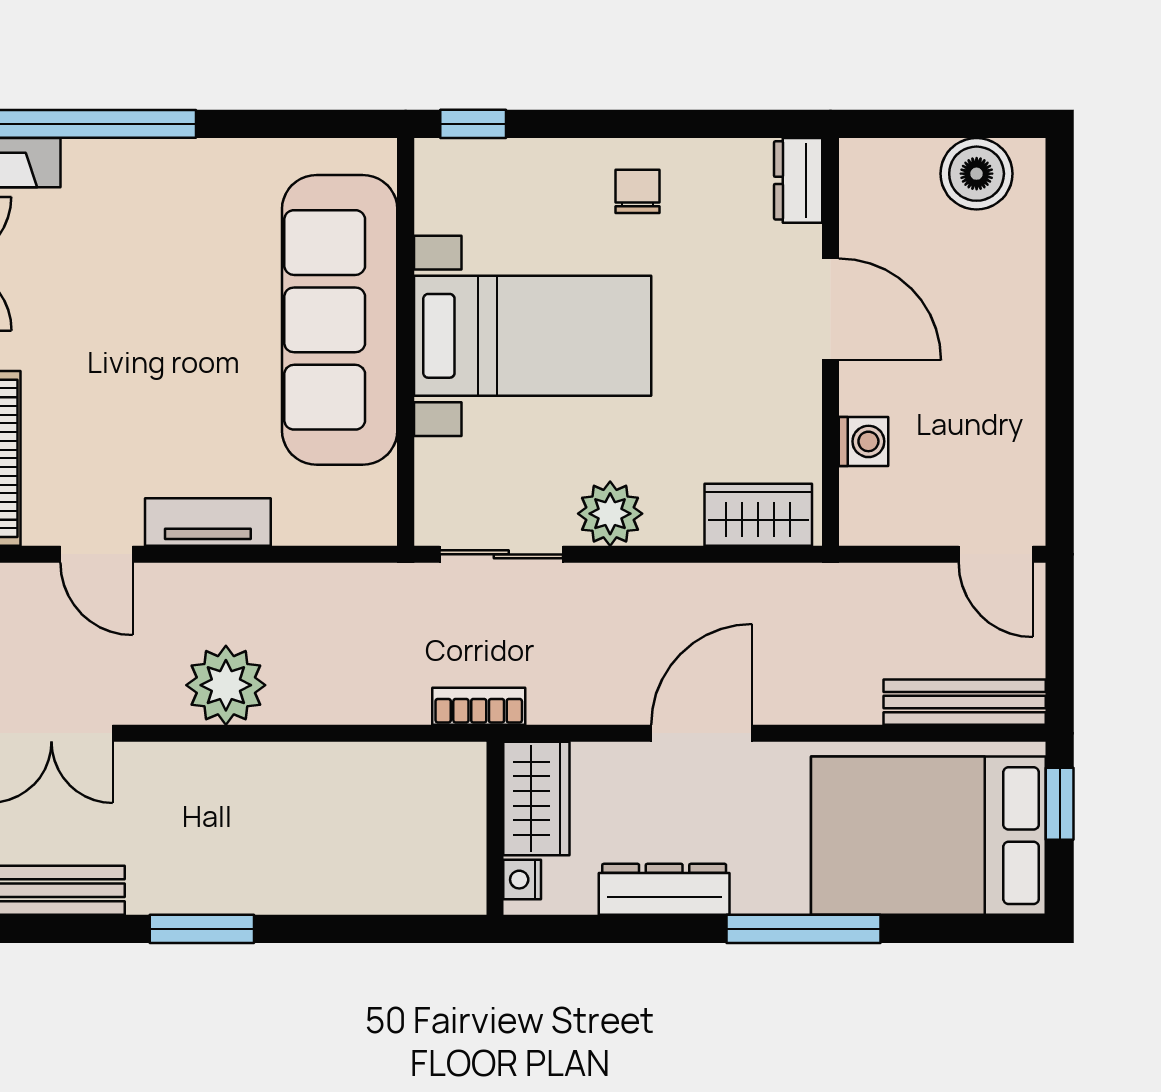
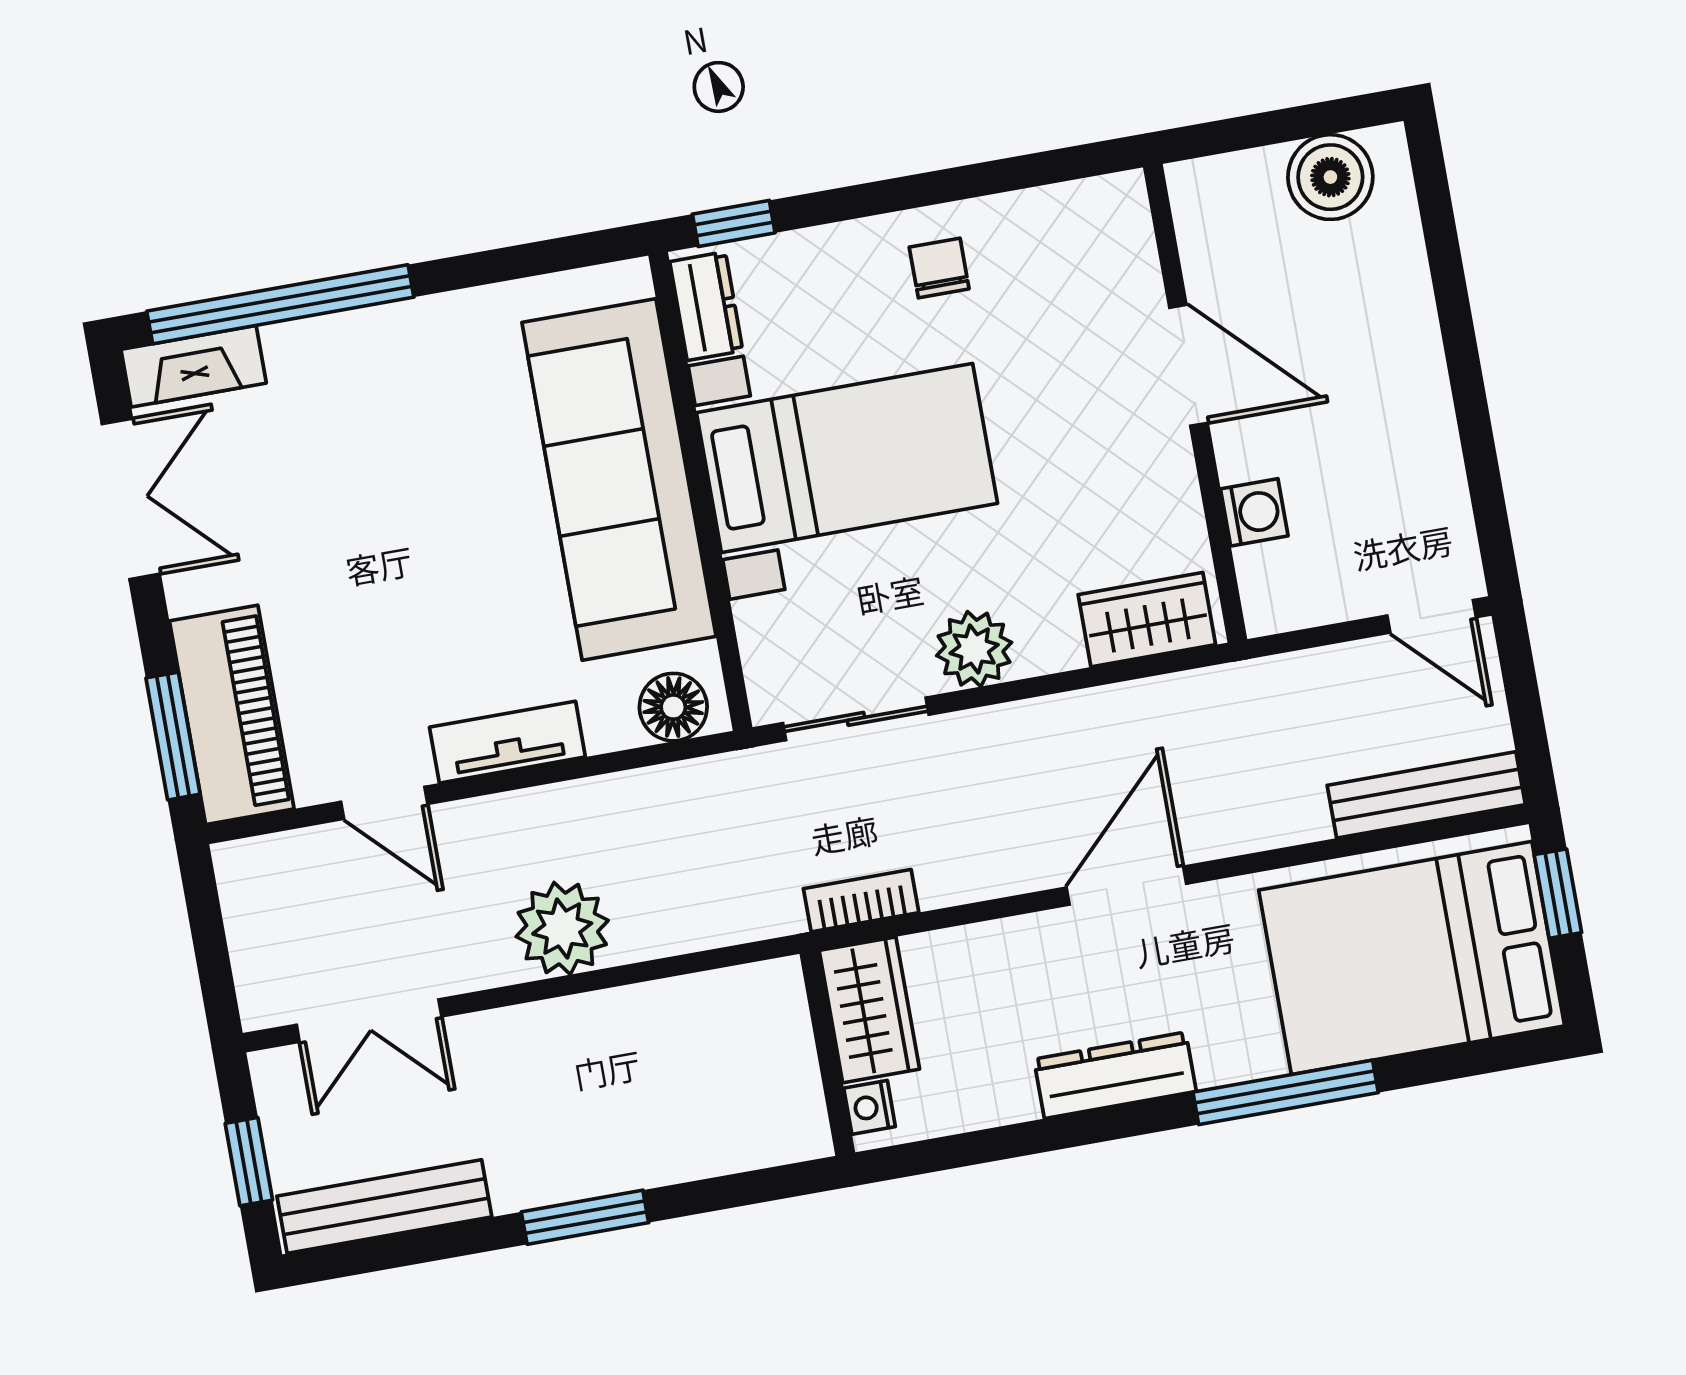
dresser: (798, 180) -> (706, 306), moved, turned 180
floor lamp: (351, 517) -> (673, 707), added
wardrobe: (536, 798) -> (869, 1010), moved
wall: (495, 828) -> (827, 1053), moved
nightstand: (522, 880) -> (870, 1107), moved

